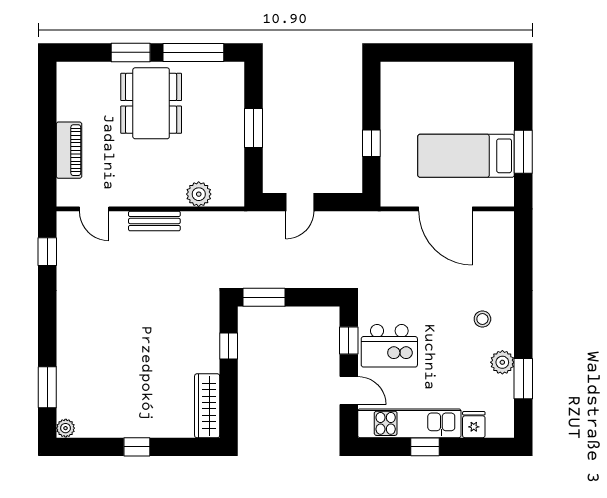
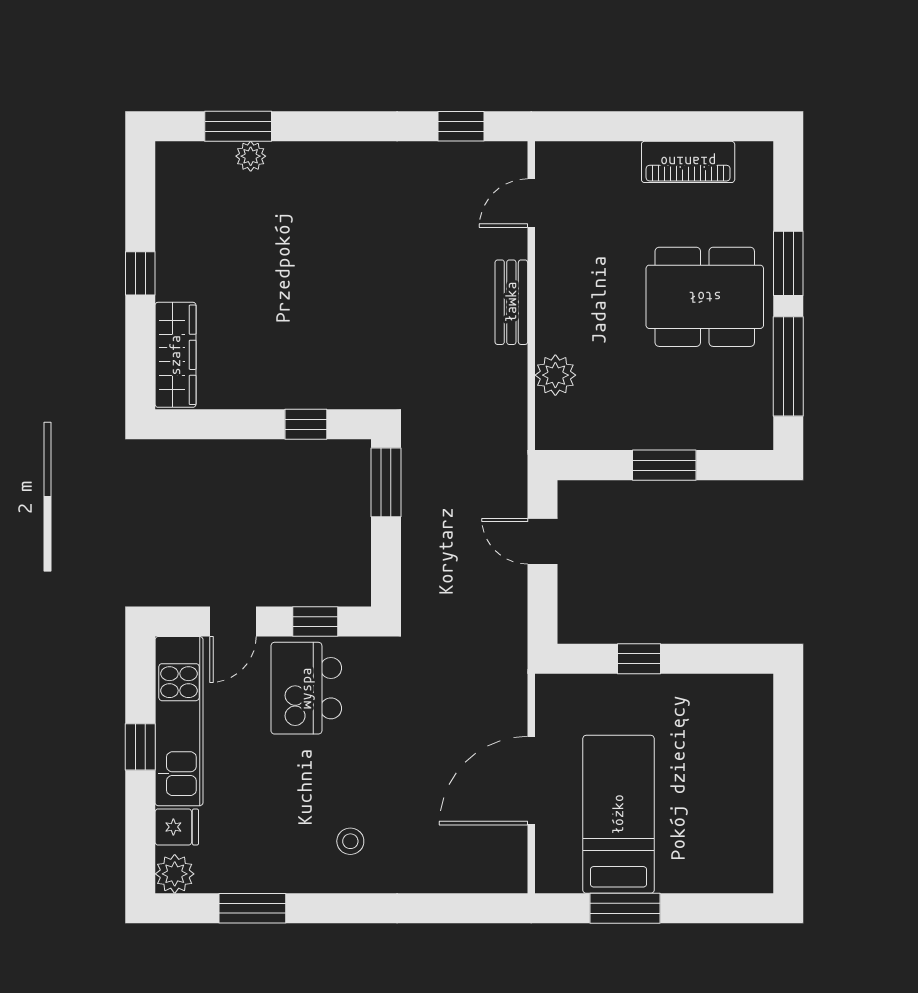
piano: (69, 150) -> (688, 162), moved
plant: (502, 362) -> (175, 874), moved
wardrobe: (207, 406) -> (175, 355), moved, turned 90
plant: (66, 428) -> (251, 156), moved

